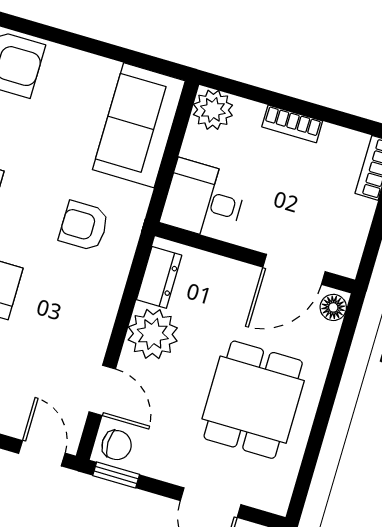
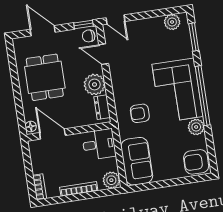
bookcase: (292, 124) -> (79, 189), width x1.56
armchair: (84, 226) -> (140, 113), turned 180
door: (294, 269) -> (52, 134), hinge flipped

